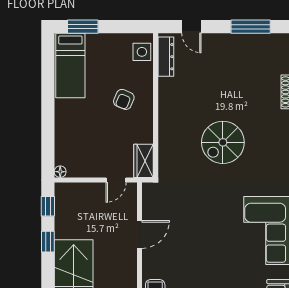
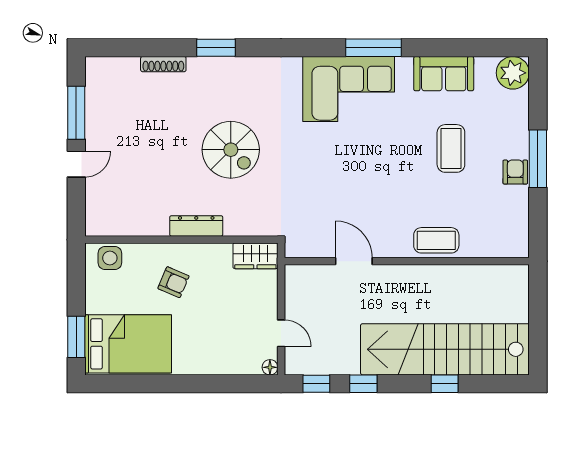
door: (191, 27) -> (76, 164), moved
dresser: (166, 57) -> (196, 226), moved
bed: (70, 66) -> (128, 344), width x1.50
door: (116, 180) -> (281, 333), moved

